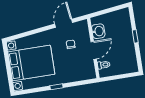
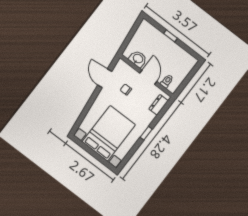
dresser: (83, 75) -> (158, 105), added

